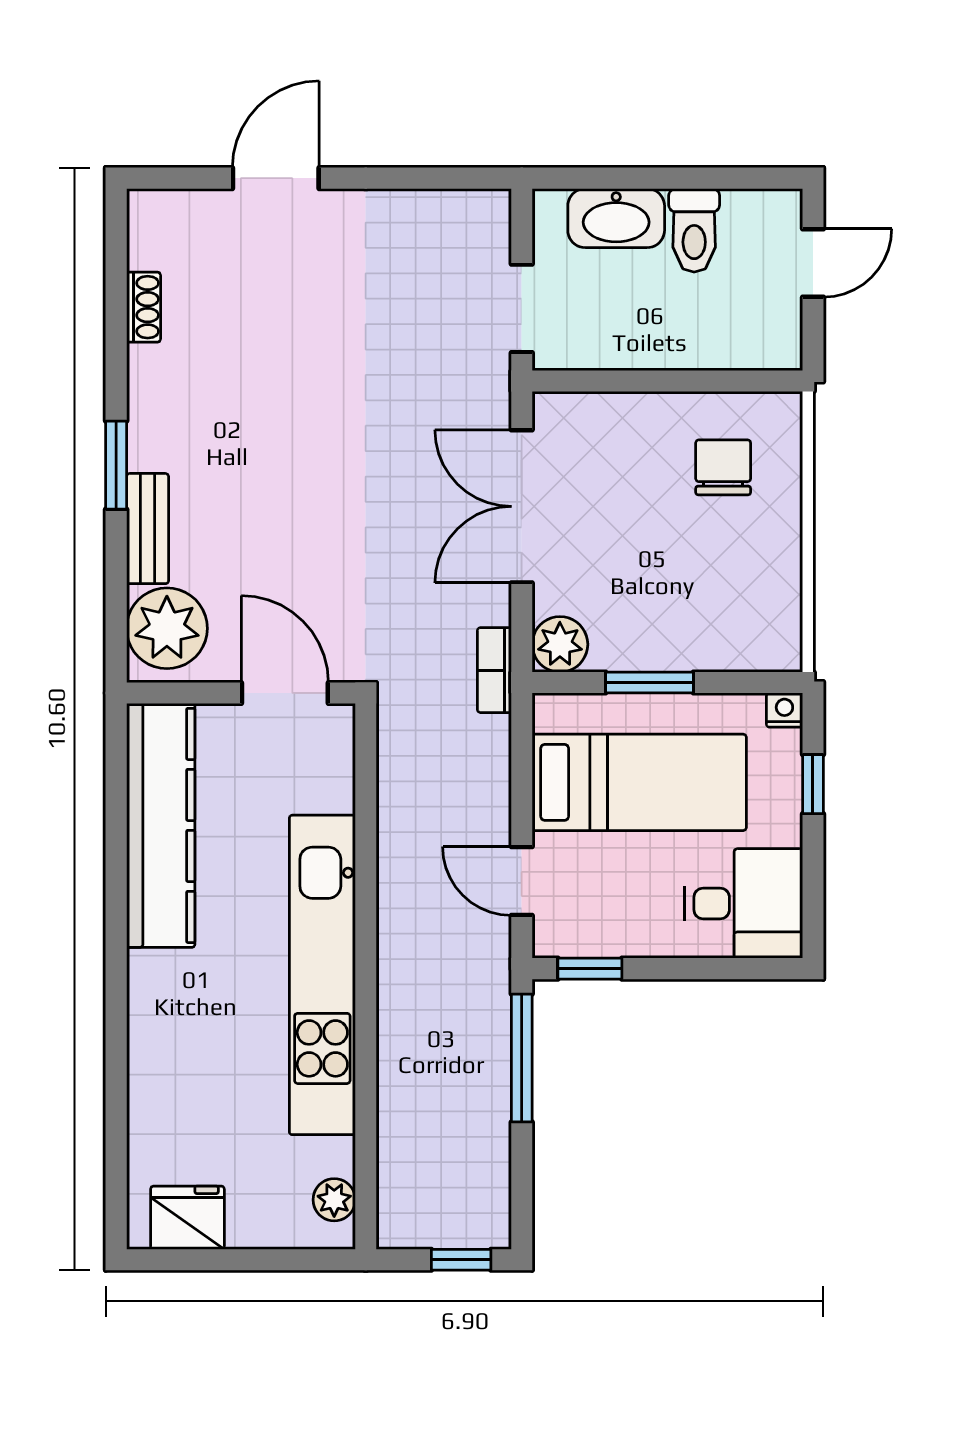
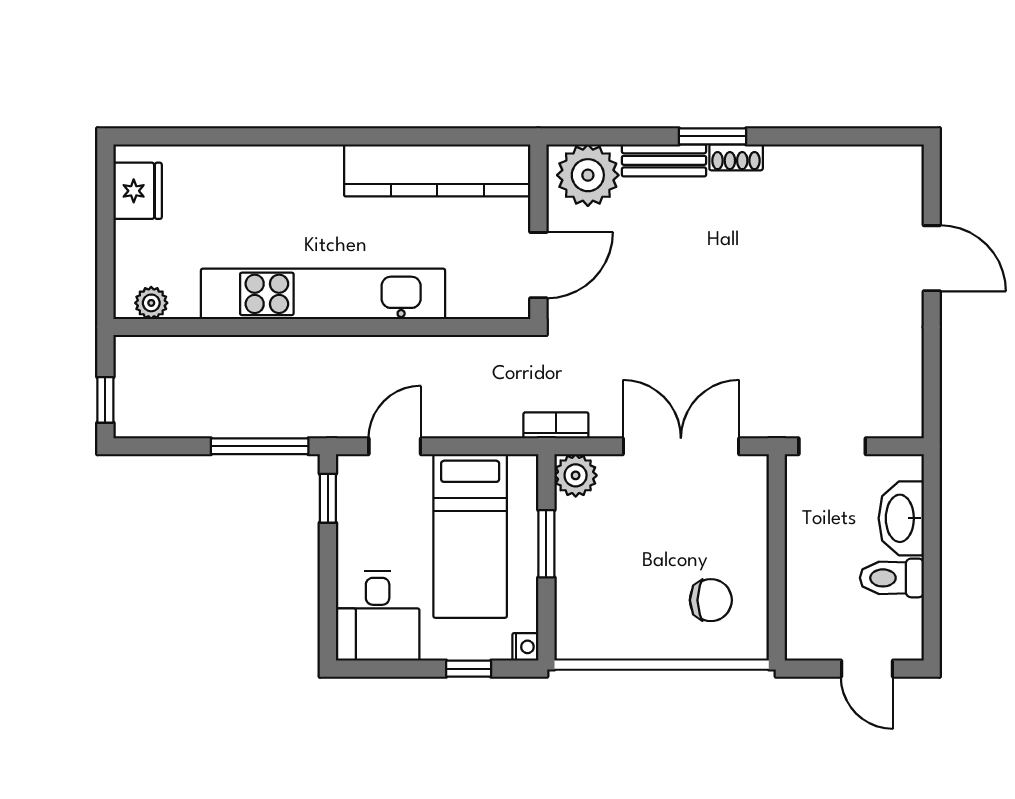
shoe rack: (144, 307) -> (736, 157), moved

